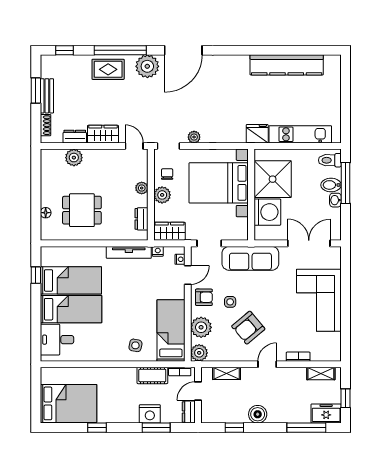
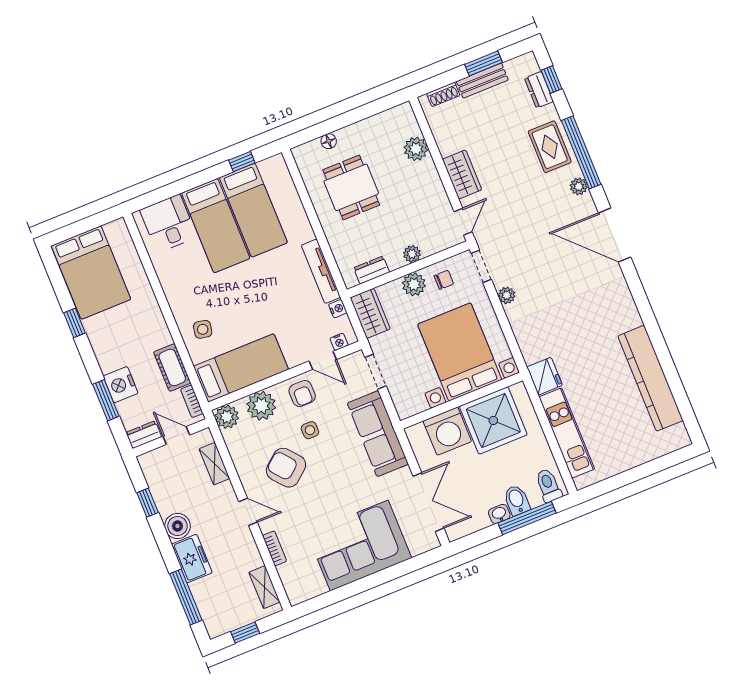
plant: (147, 66) -> (579, 186), width x0.53, depth x0.53
dresser: (75, 137) -> (539, 90), moved, turned 180
freezer: (326, 414) -> (192, 558), moved

